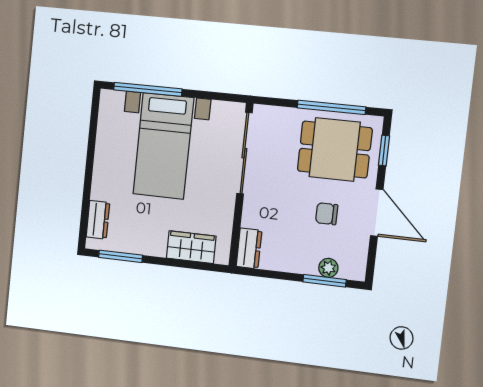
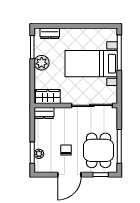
plant: (152, 242) -> (42, 63), added
wardrobe: (191, 247) -> (48, 96), moved, turned -90

